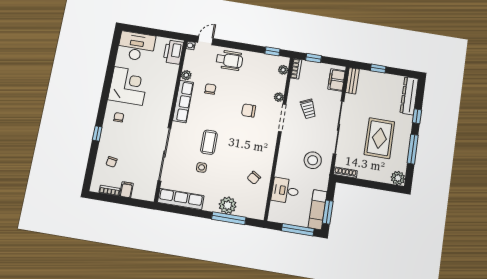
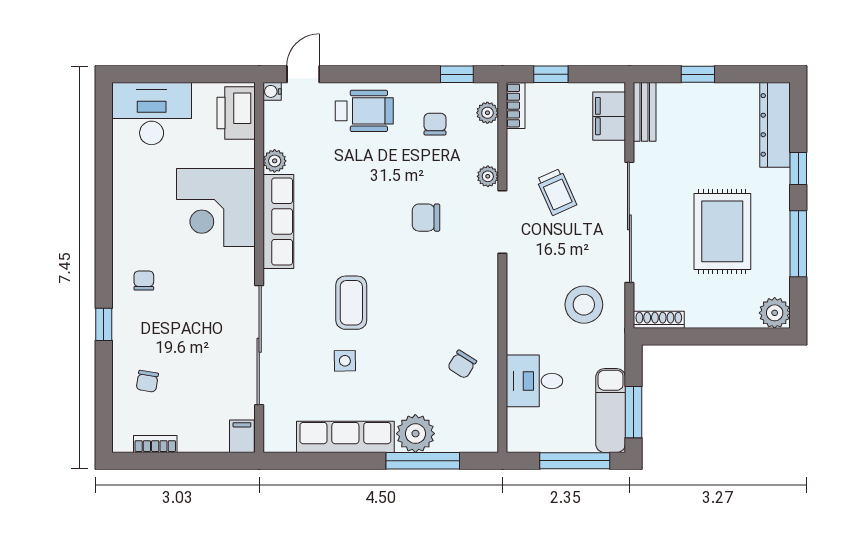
corner desk: (128, 86) -> (216, 208), moved, turned 180
chair: (210, 89) -> (435, 124), moved
filing cabinet: (126, 190) -> (242, 436), moved
row of seats: (181, 199) -> (345, 437), moved

